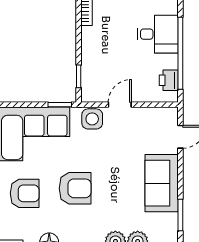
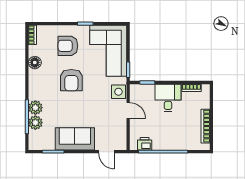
desk: (158, 34) -> (168, 98), moved, turned 180
armchair: (25, 193) -> (68, 46), turned 90

